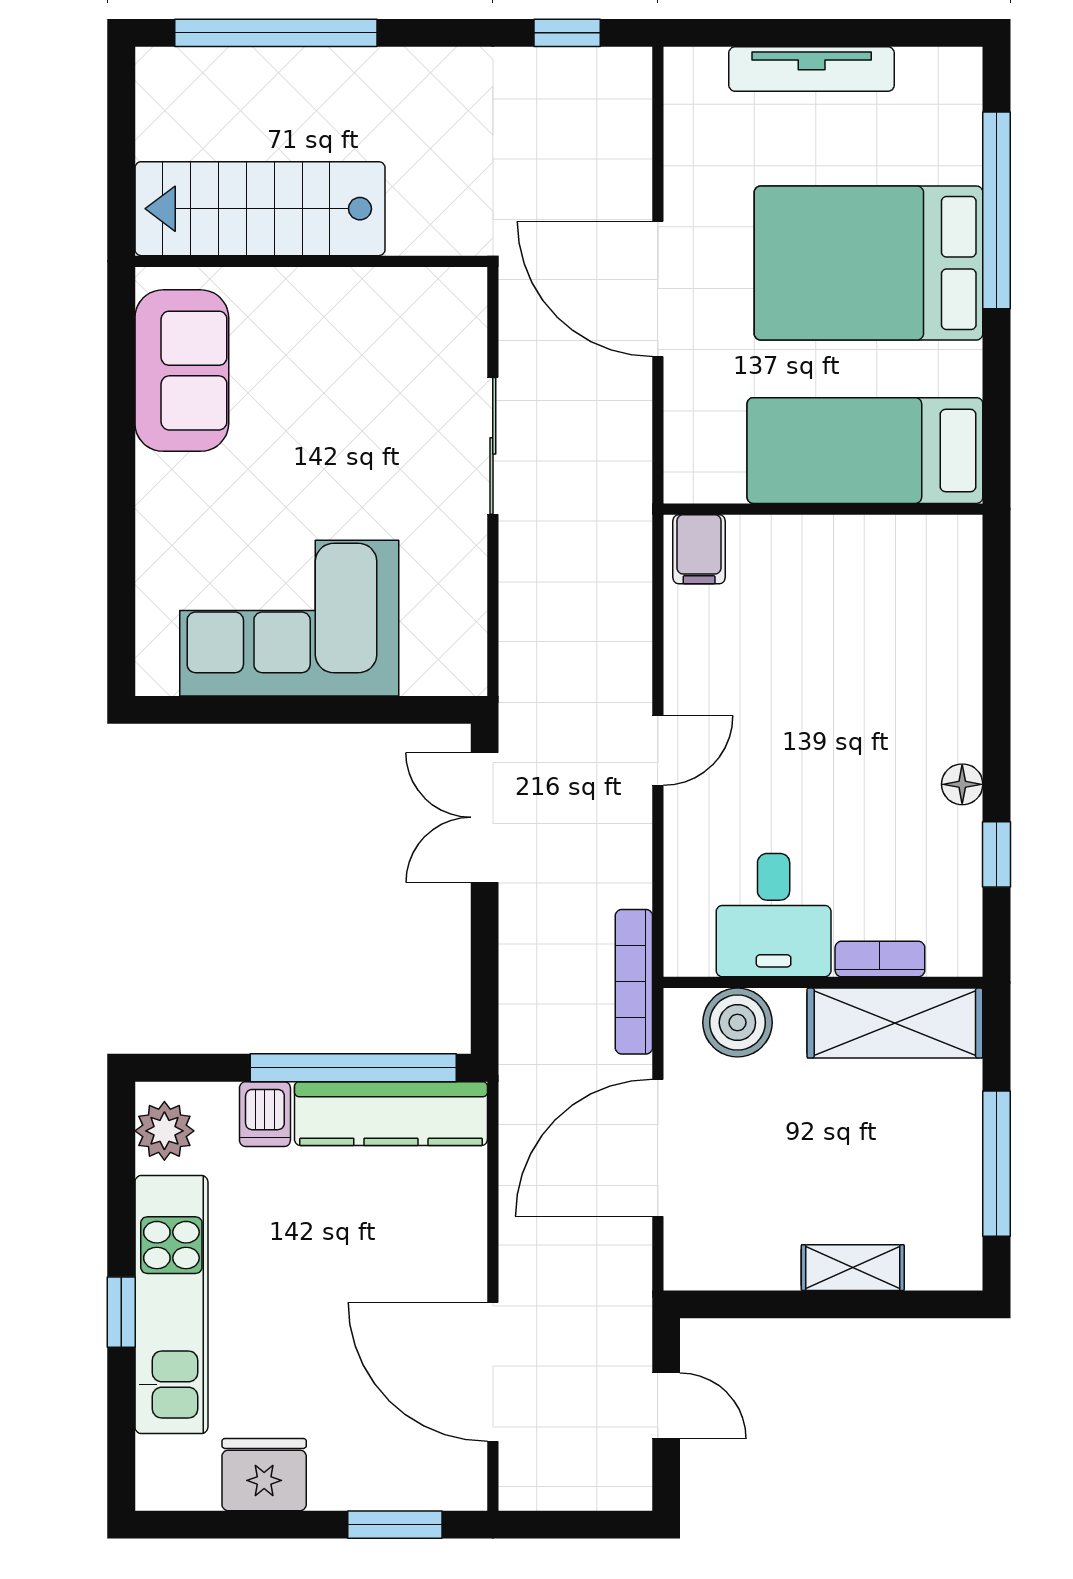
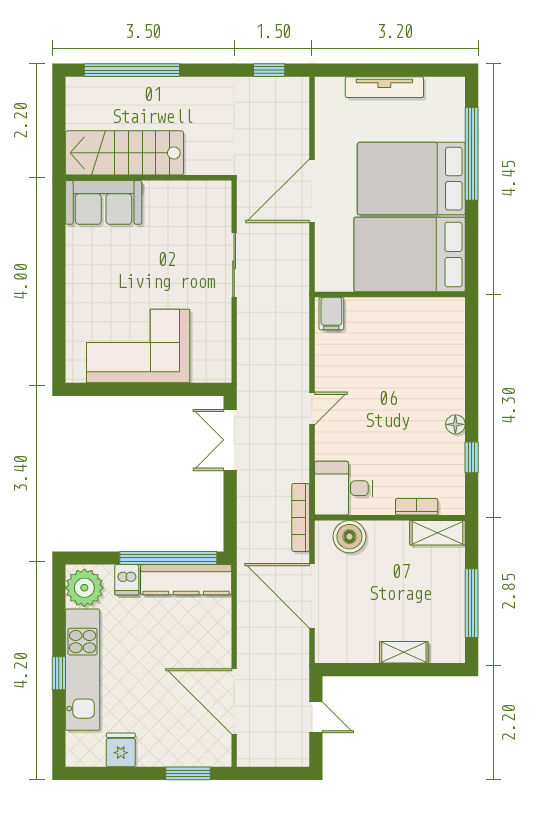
door: (658, 289) -> (312, 191), hinge flipped
sofa: (182, 371) -> (104, 202), moved, turned 90
bed: (865, 451) -> (410, 254), width x1.50
desk: (774, 915) -> (344, 488), moved, turned 90
shelving: (895, 1023) -> (437, 533), width x0.67, depth x0.75
plant: (164, 1131) -> (84, 588), width x1.36, depth x1.36
door: (658, 1148) -> (312, 596), hinge flipped
fridge: (264, 1475) -> (121, 750), width x0.72

